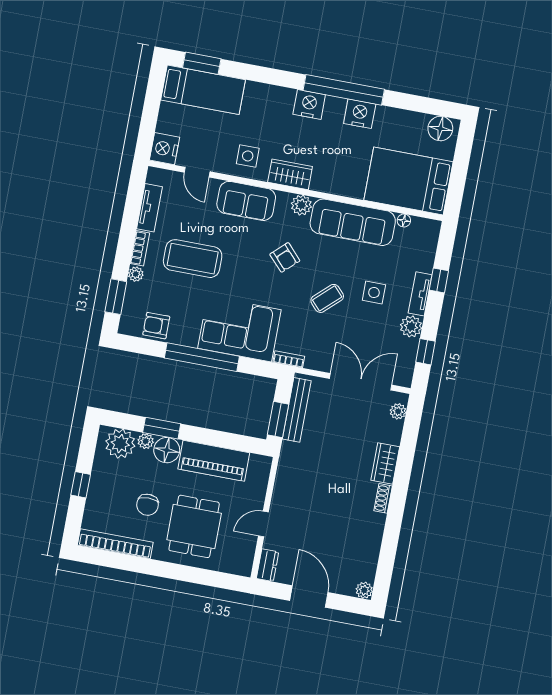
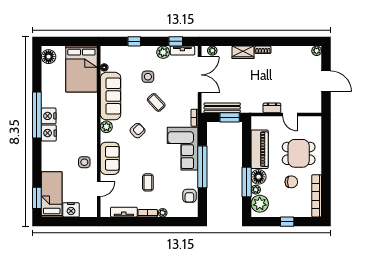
nightstand: (360, 114) -> (49, 116), moved
nightstand: (164, 149) -> (71, 210), moved
wardrobe: (290, 174) -> (90, 136), removed
coffee table: (193, 259) -> (148, 182), width x0.54, depth x0.58
tv unit: (420, 294) -> (182, 51), moved
window: (116, 297) -> (177, 222), removed
double door: (361, 382) -> (200, 75), swing flipped
window: (162, 428) -> (247, 182), width x1.44
dresser: (268, 565) -> (272, 108), moved
door: (309, 596) -> (326, 81), swing flipped

